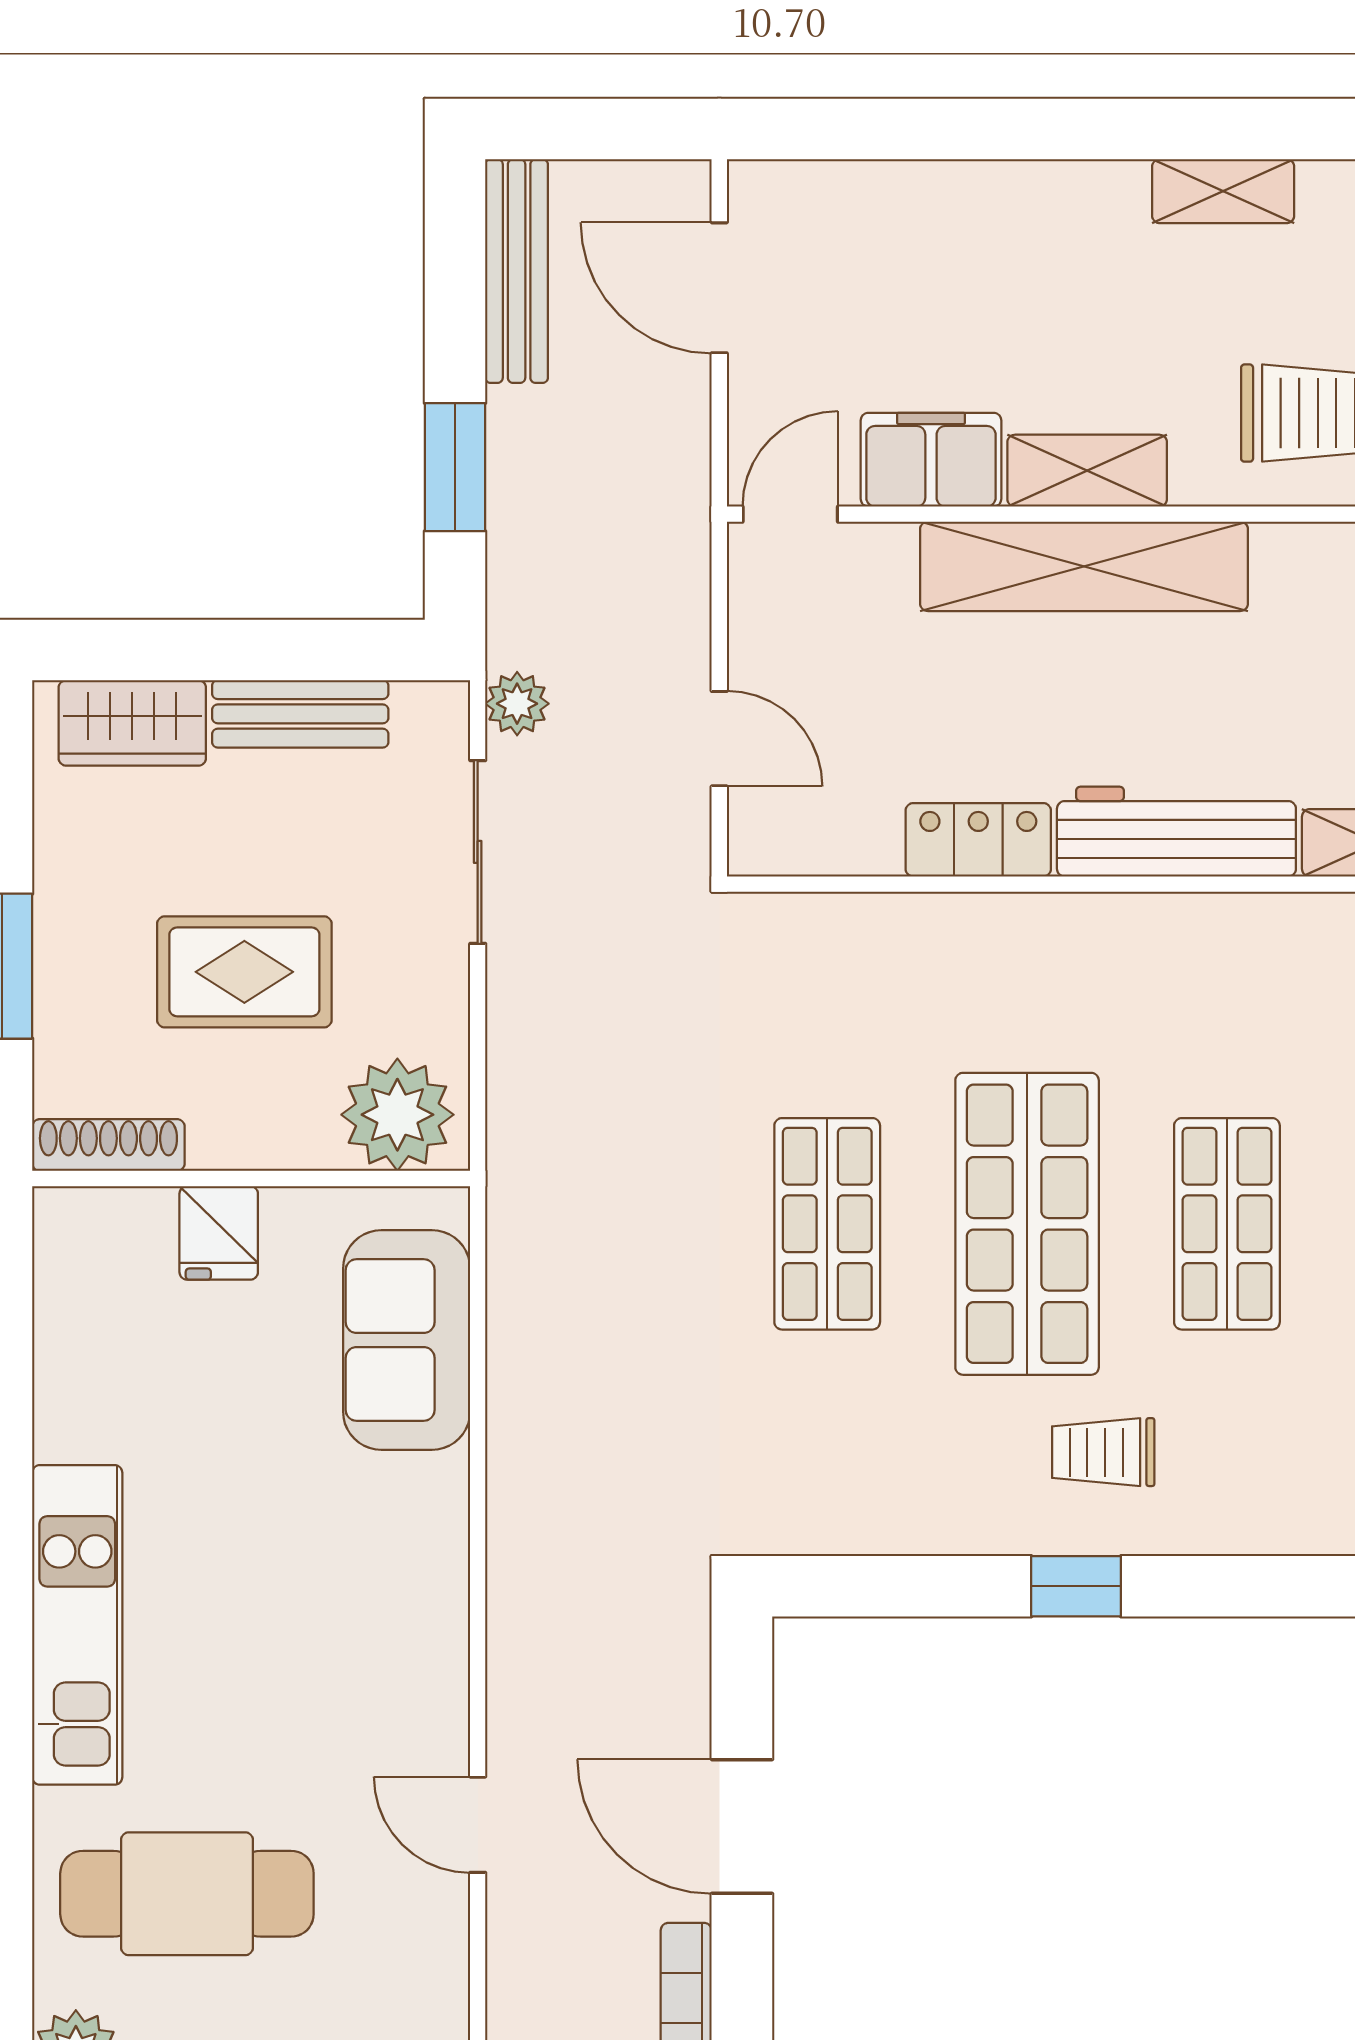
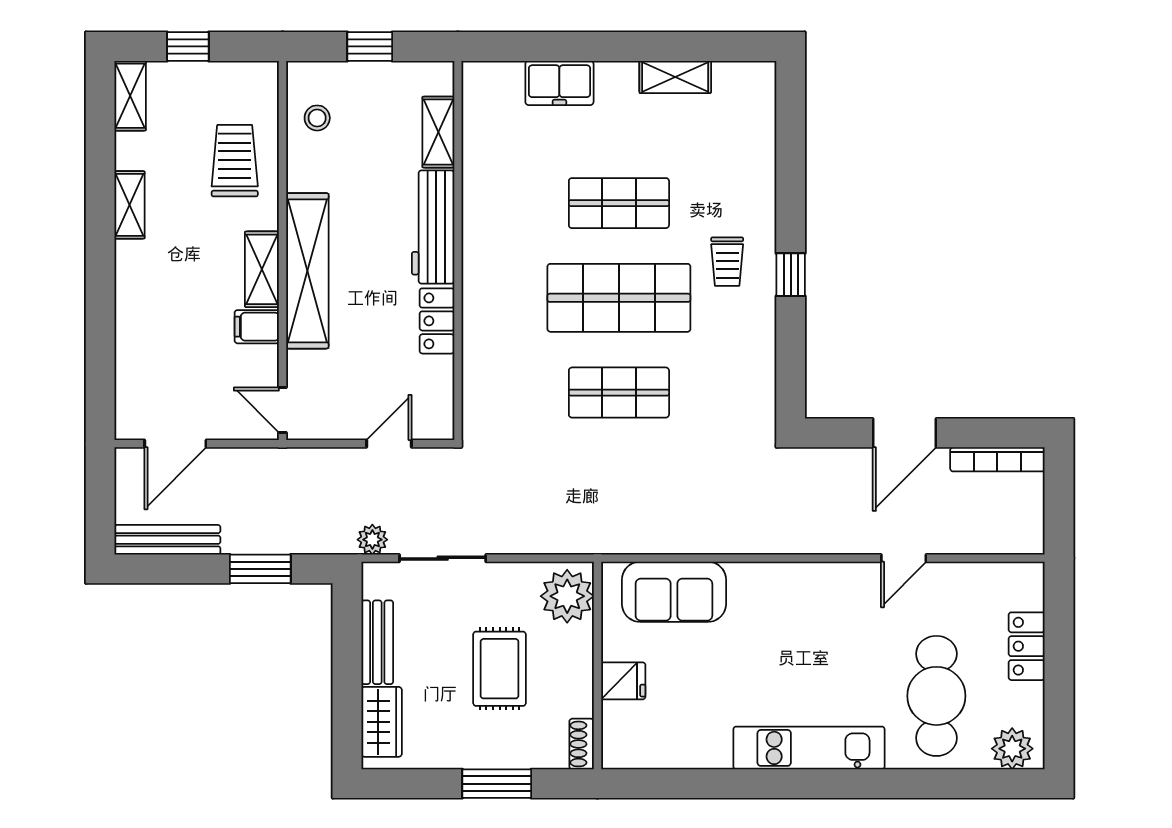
filing cabinet: (931, 460) -> (257, 327), width x0.50
shoe rack: (108, 1145) -> (582, 744), width x0.70

